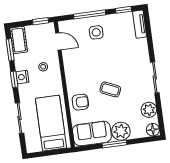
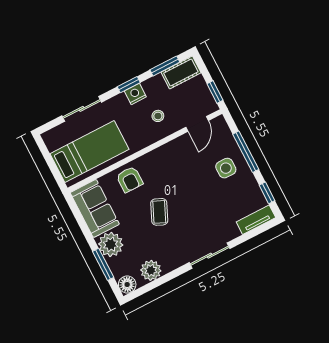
sliding door: (155, 78) -> (210, 256), moved
window: (114, 144) -> (103, 264), moved

